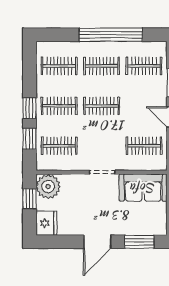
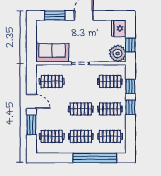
window: (111, 35) -> (95, 158), moved

